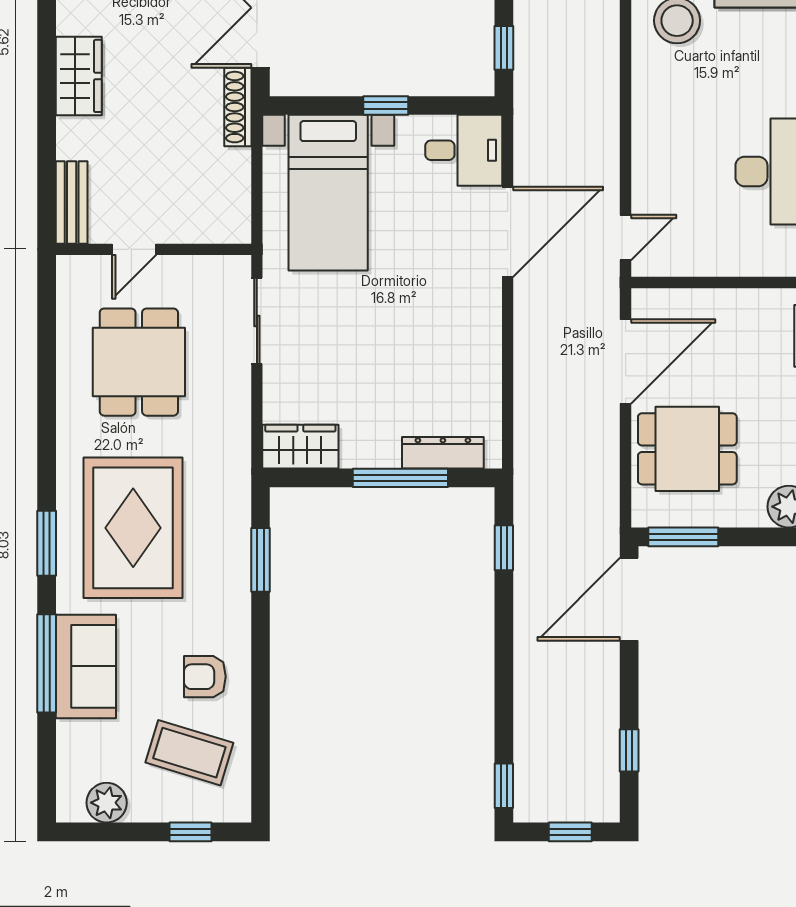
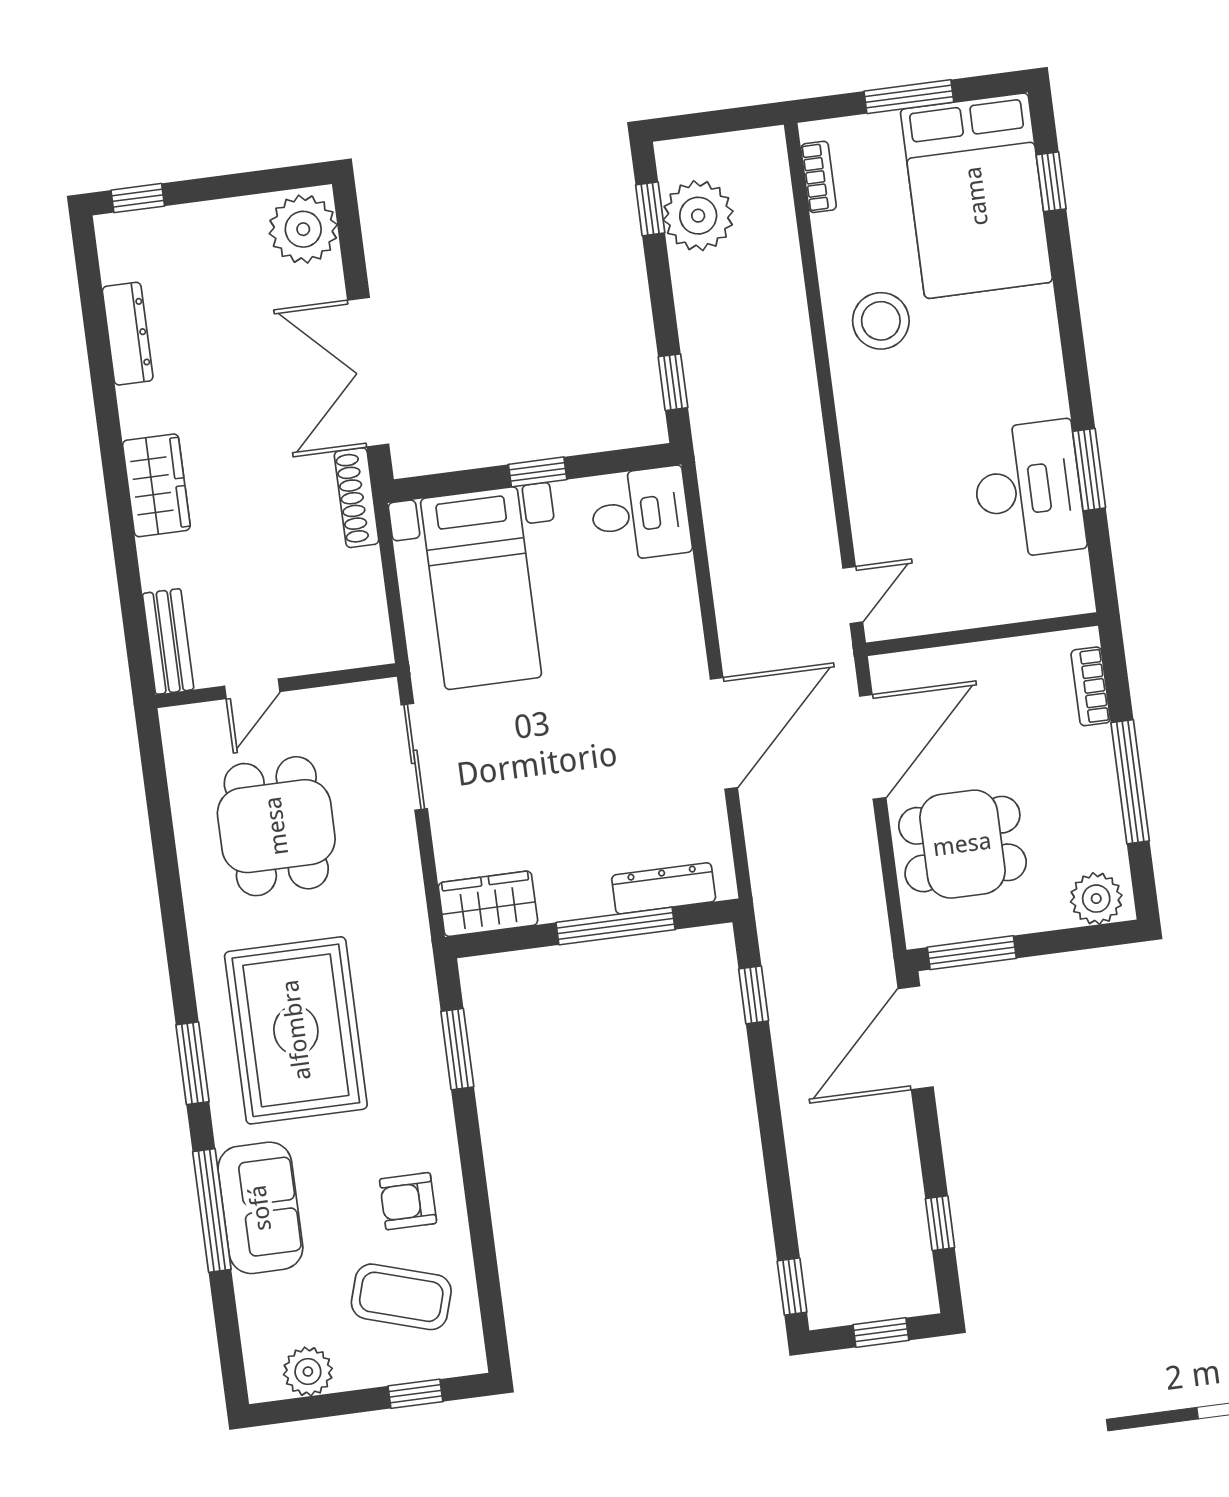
door: (508, 232) -> (724, 733), moved

